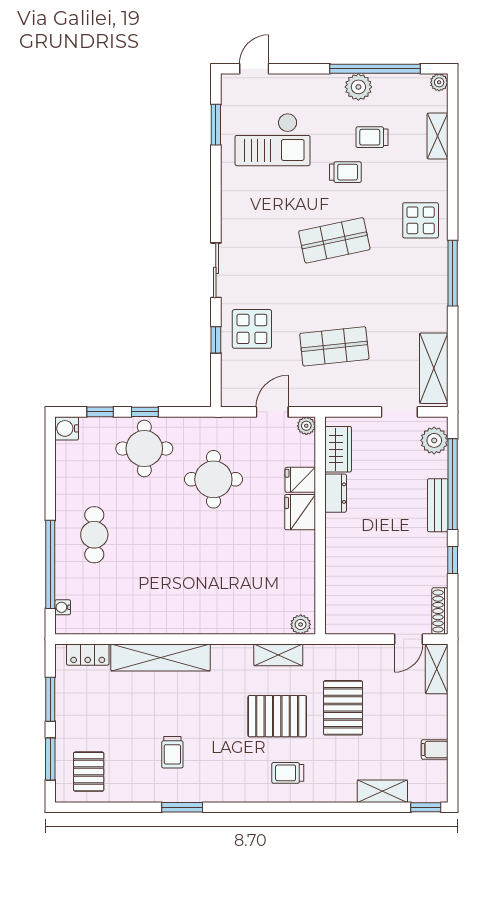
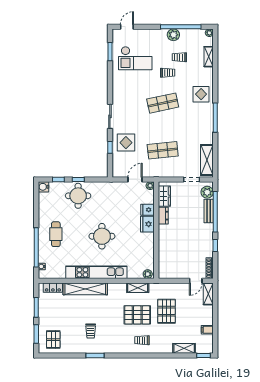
round table: (213, 479) -> (102, 236), moved
bench: (438, 505) -> (209, 211), moved
kitchen unit: (185, 620) -> (96, 272), added

